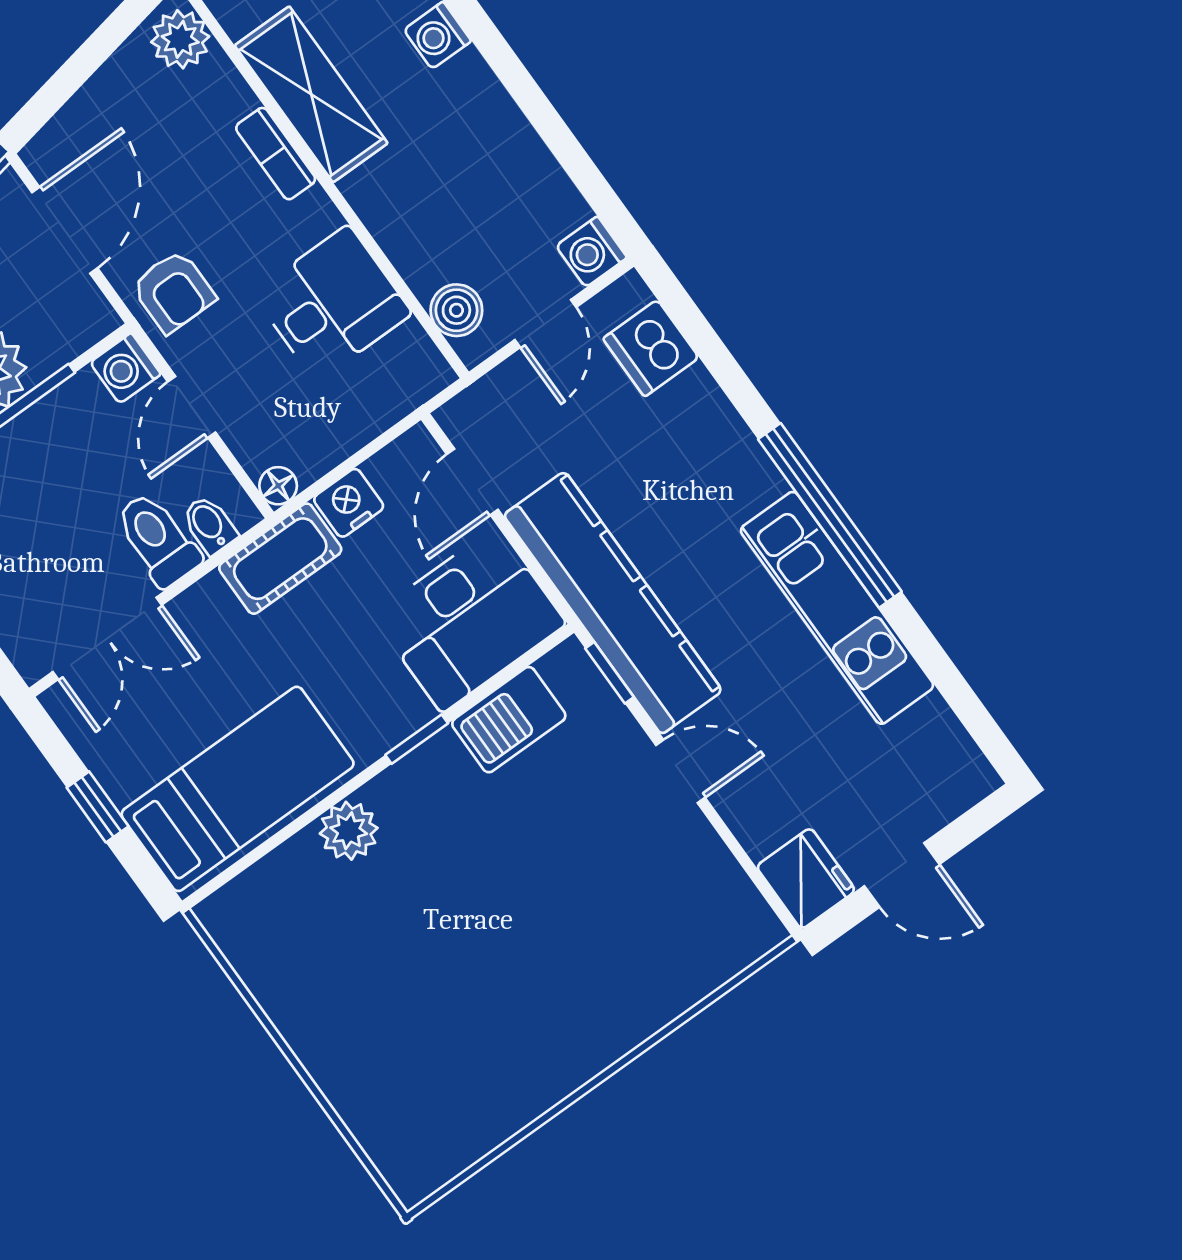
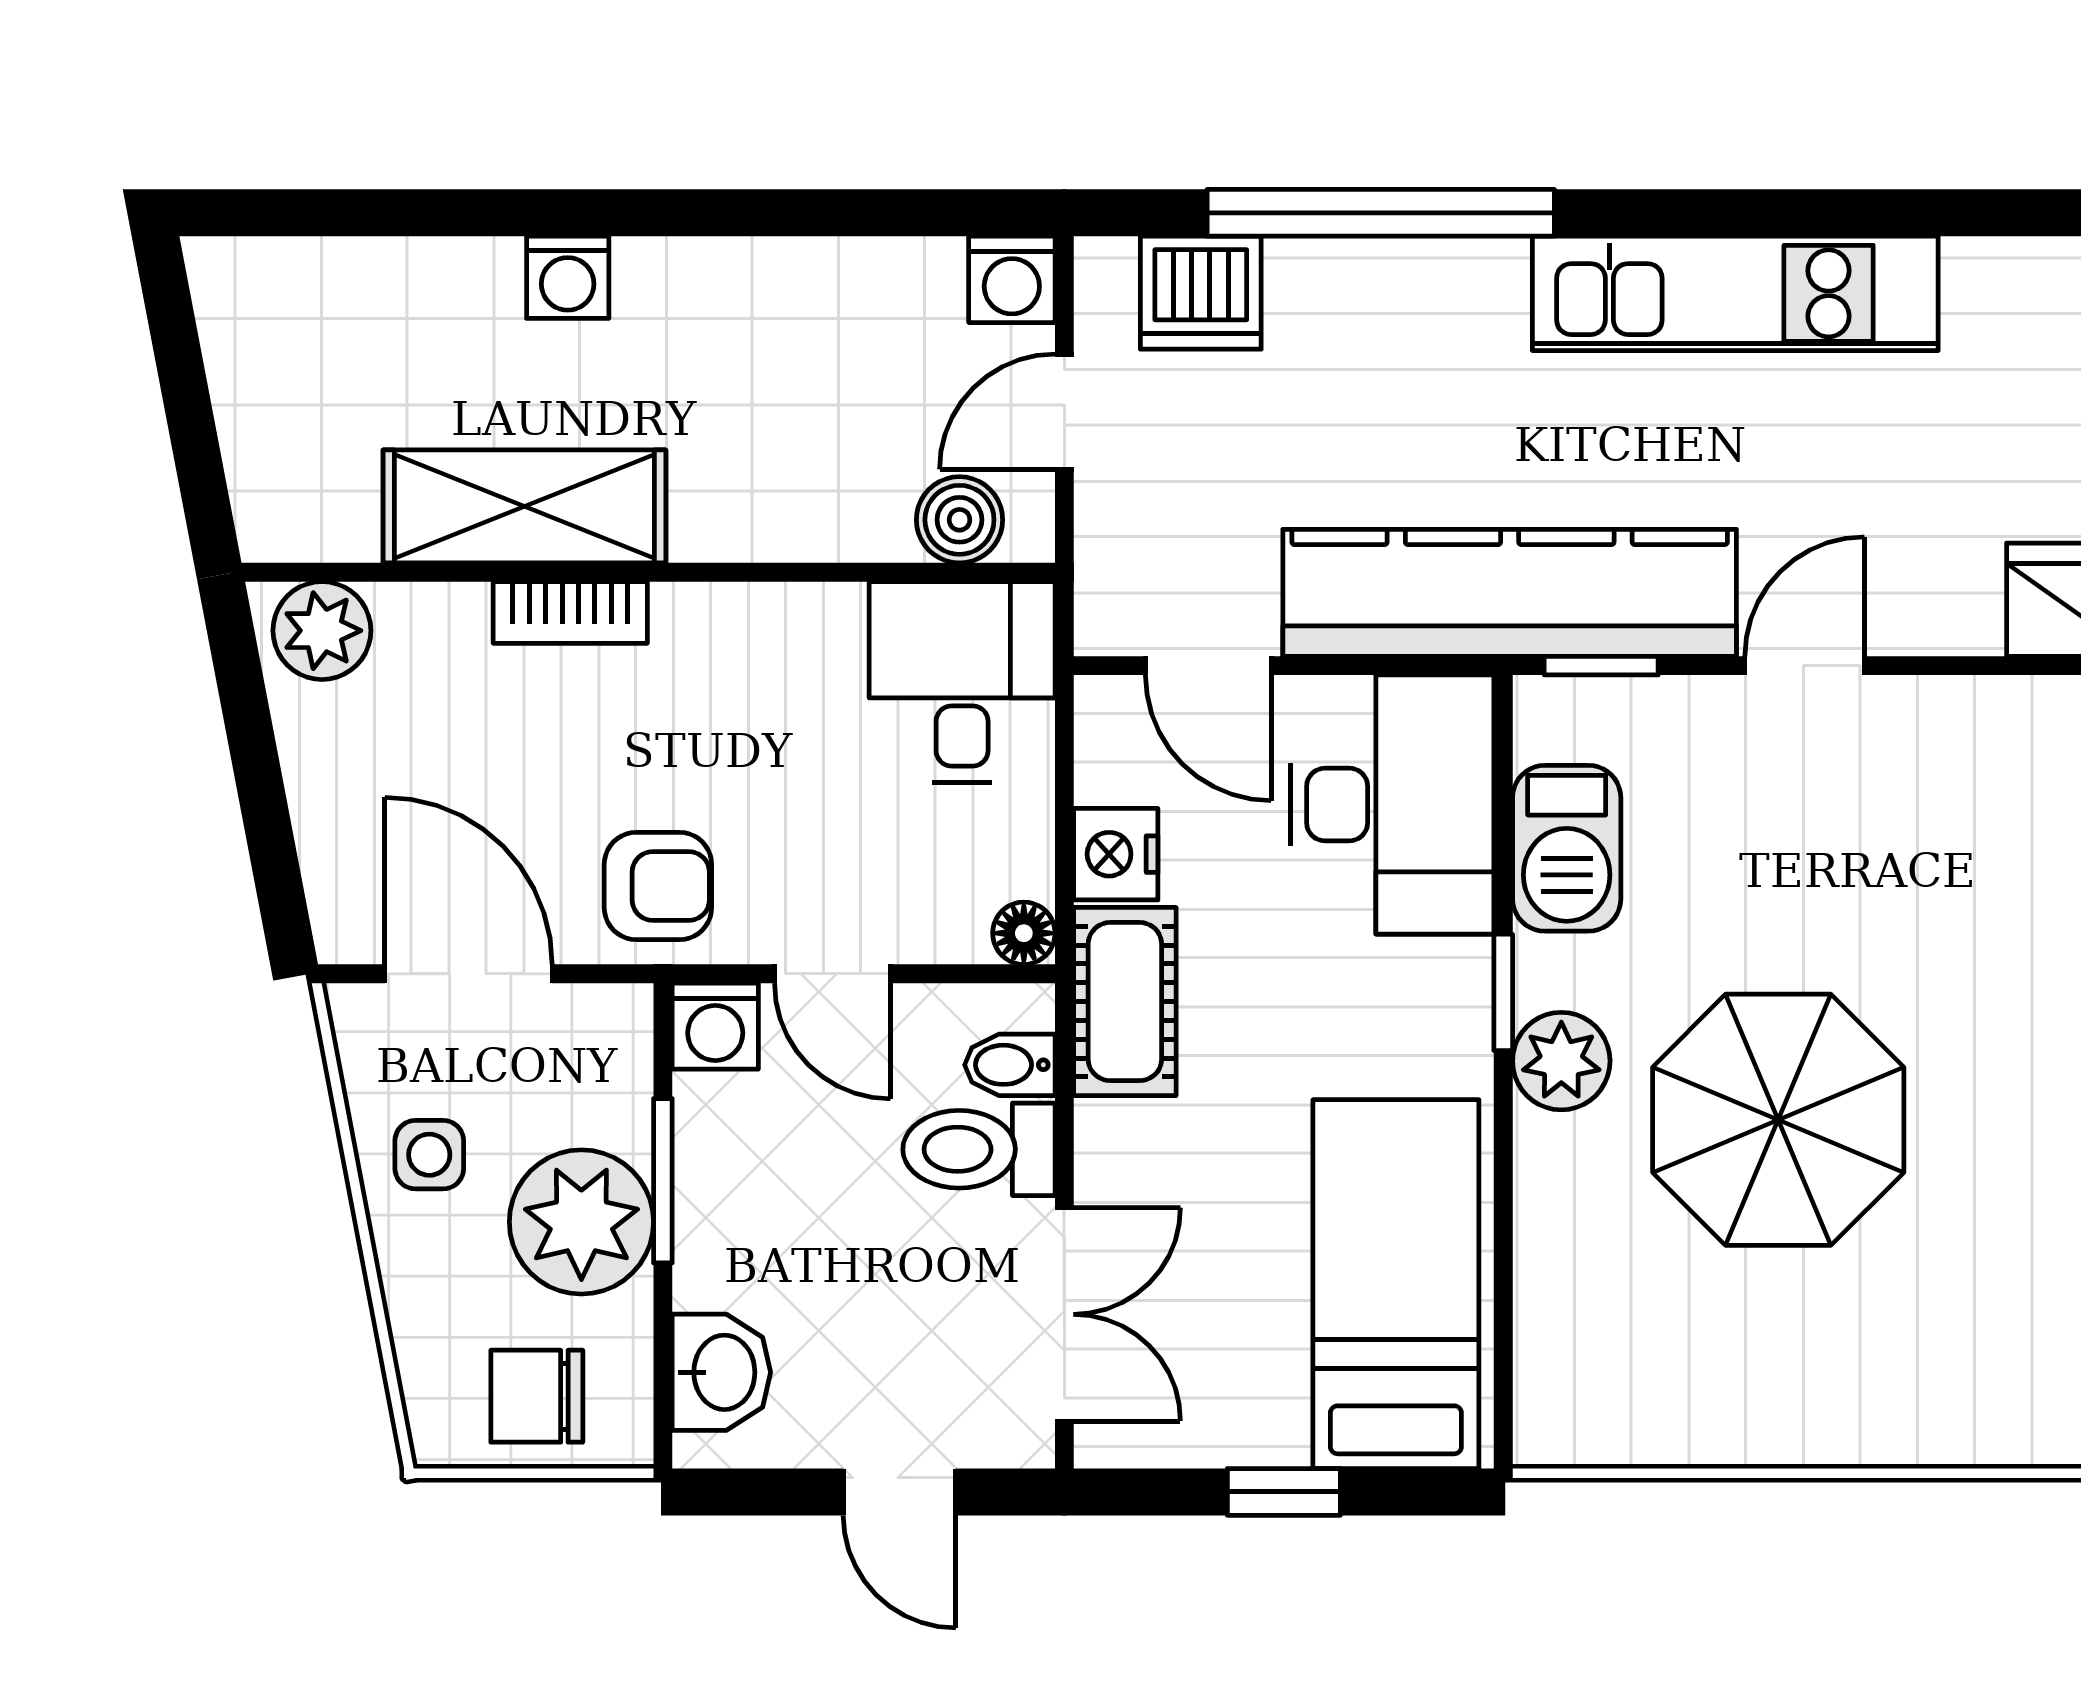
desk: (332, 303) -> (962, 682), moved
door: (546, 323) -> (1064, 412), swing flipped
window: (830, 515) -> (1381, 213), moved
plant: (349, 831) -> (1561, 1061), moved
parasol: (451, 917) -> (1778, 1120), added

